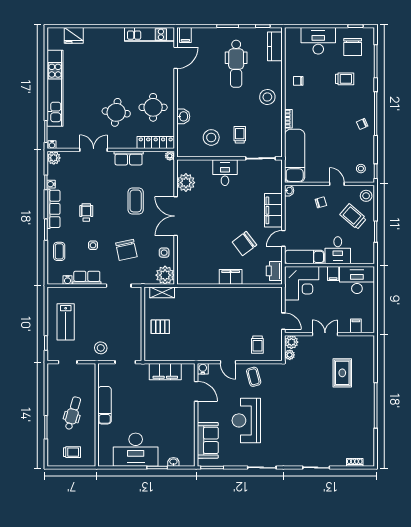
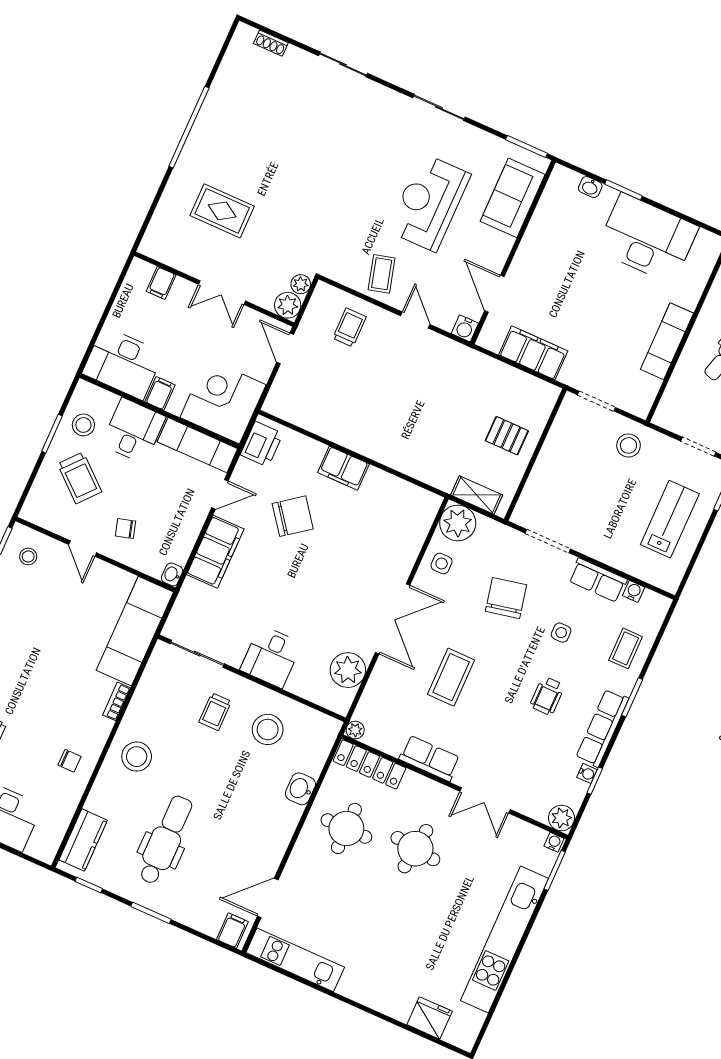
stool: (366, 196) -> (83, 425), moved
rug: (342, 373) -> (222, 211), turned 90
reception desk: (246, 420) -> (429, 203), turned 180

